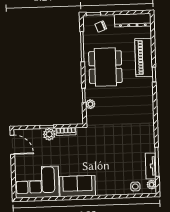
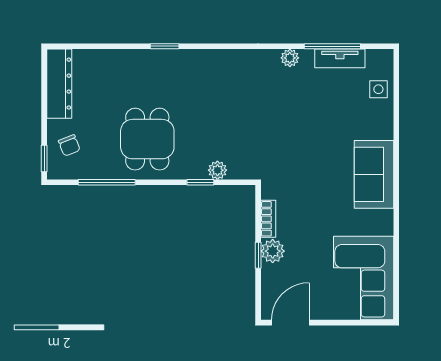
piano: (144, 57) -> (131, 65), removed
dining table: (105, 67) -> (147, 139), width x0.73
plant: (152, 185) -> (290, 58), moved
sofa: (77, 186) -> (374, 174), moved

